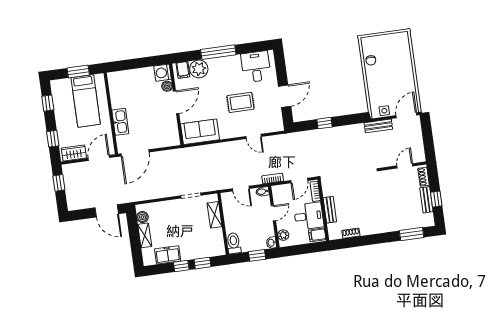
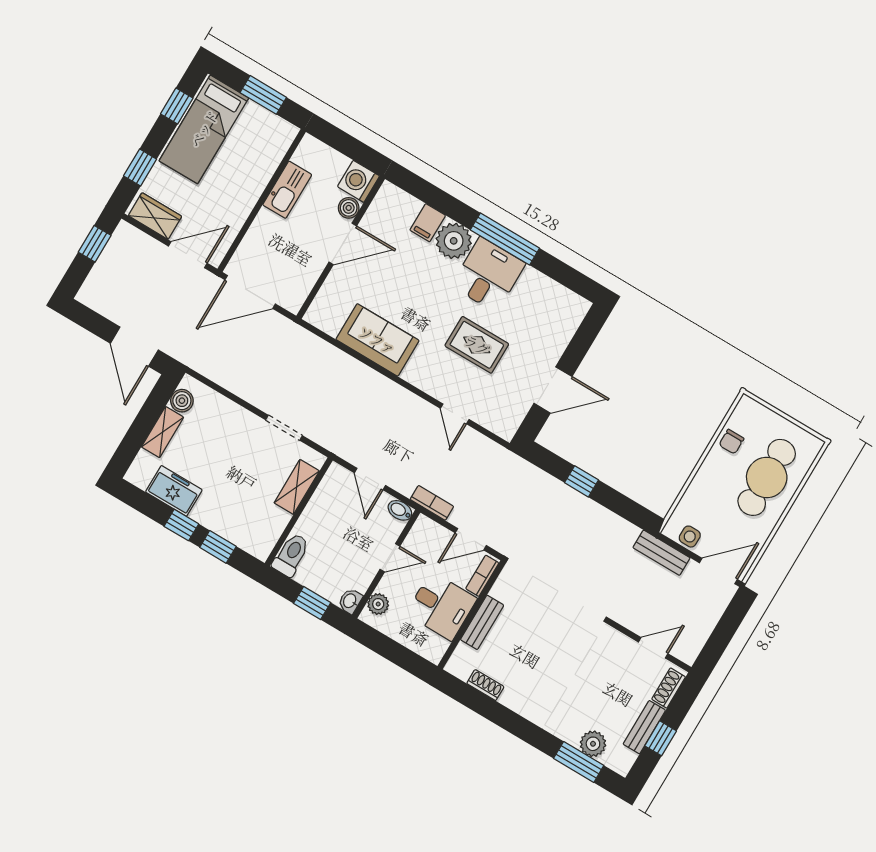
cafe table: (396, 63) -> (767, 477), added
desk: (256, 67) -> (488, 275), moved
washing machine: (163, 73) -> (358, 181), moved
boiler: (167, 86) -> (349, 208), moved
bed: (86, 101) -> (204, 129), moved
door: (176, 102) -> (343, 244), moved
wall: (176, 104) -> (341, 247), moved
kitchen sink: (120, 122) -> (287, 190), moved
plant: (411, 222) -> (593, 744), added
filing cabinet: (317, 235) -> (431, 646), removed

